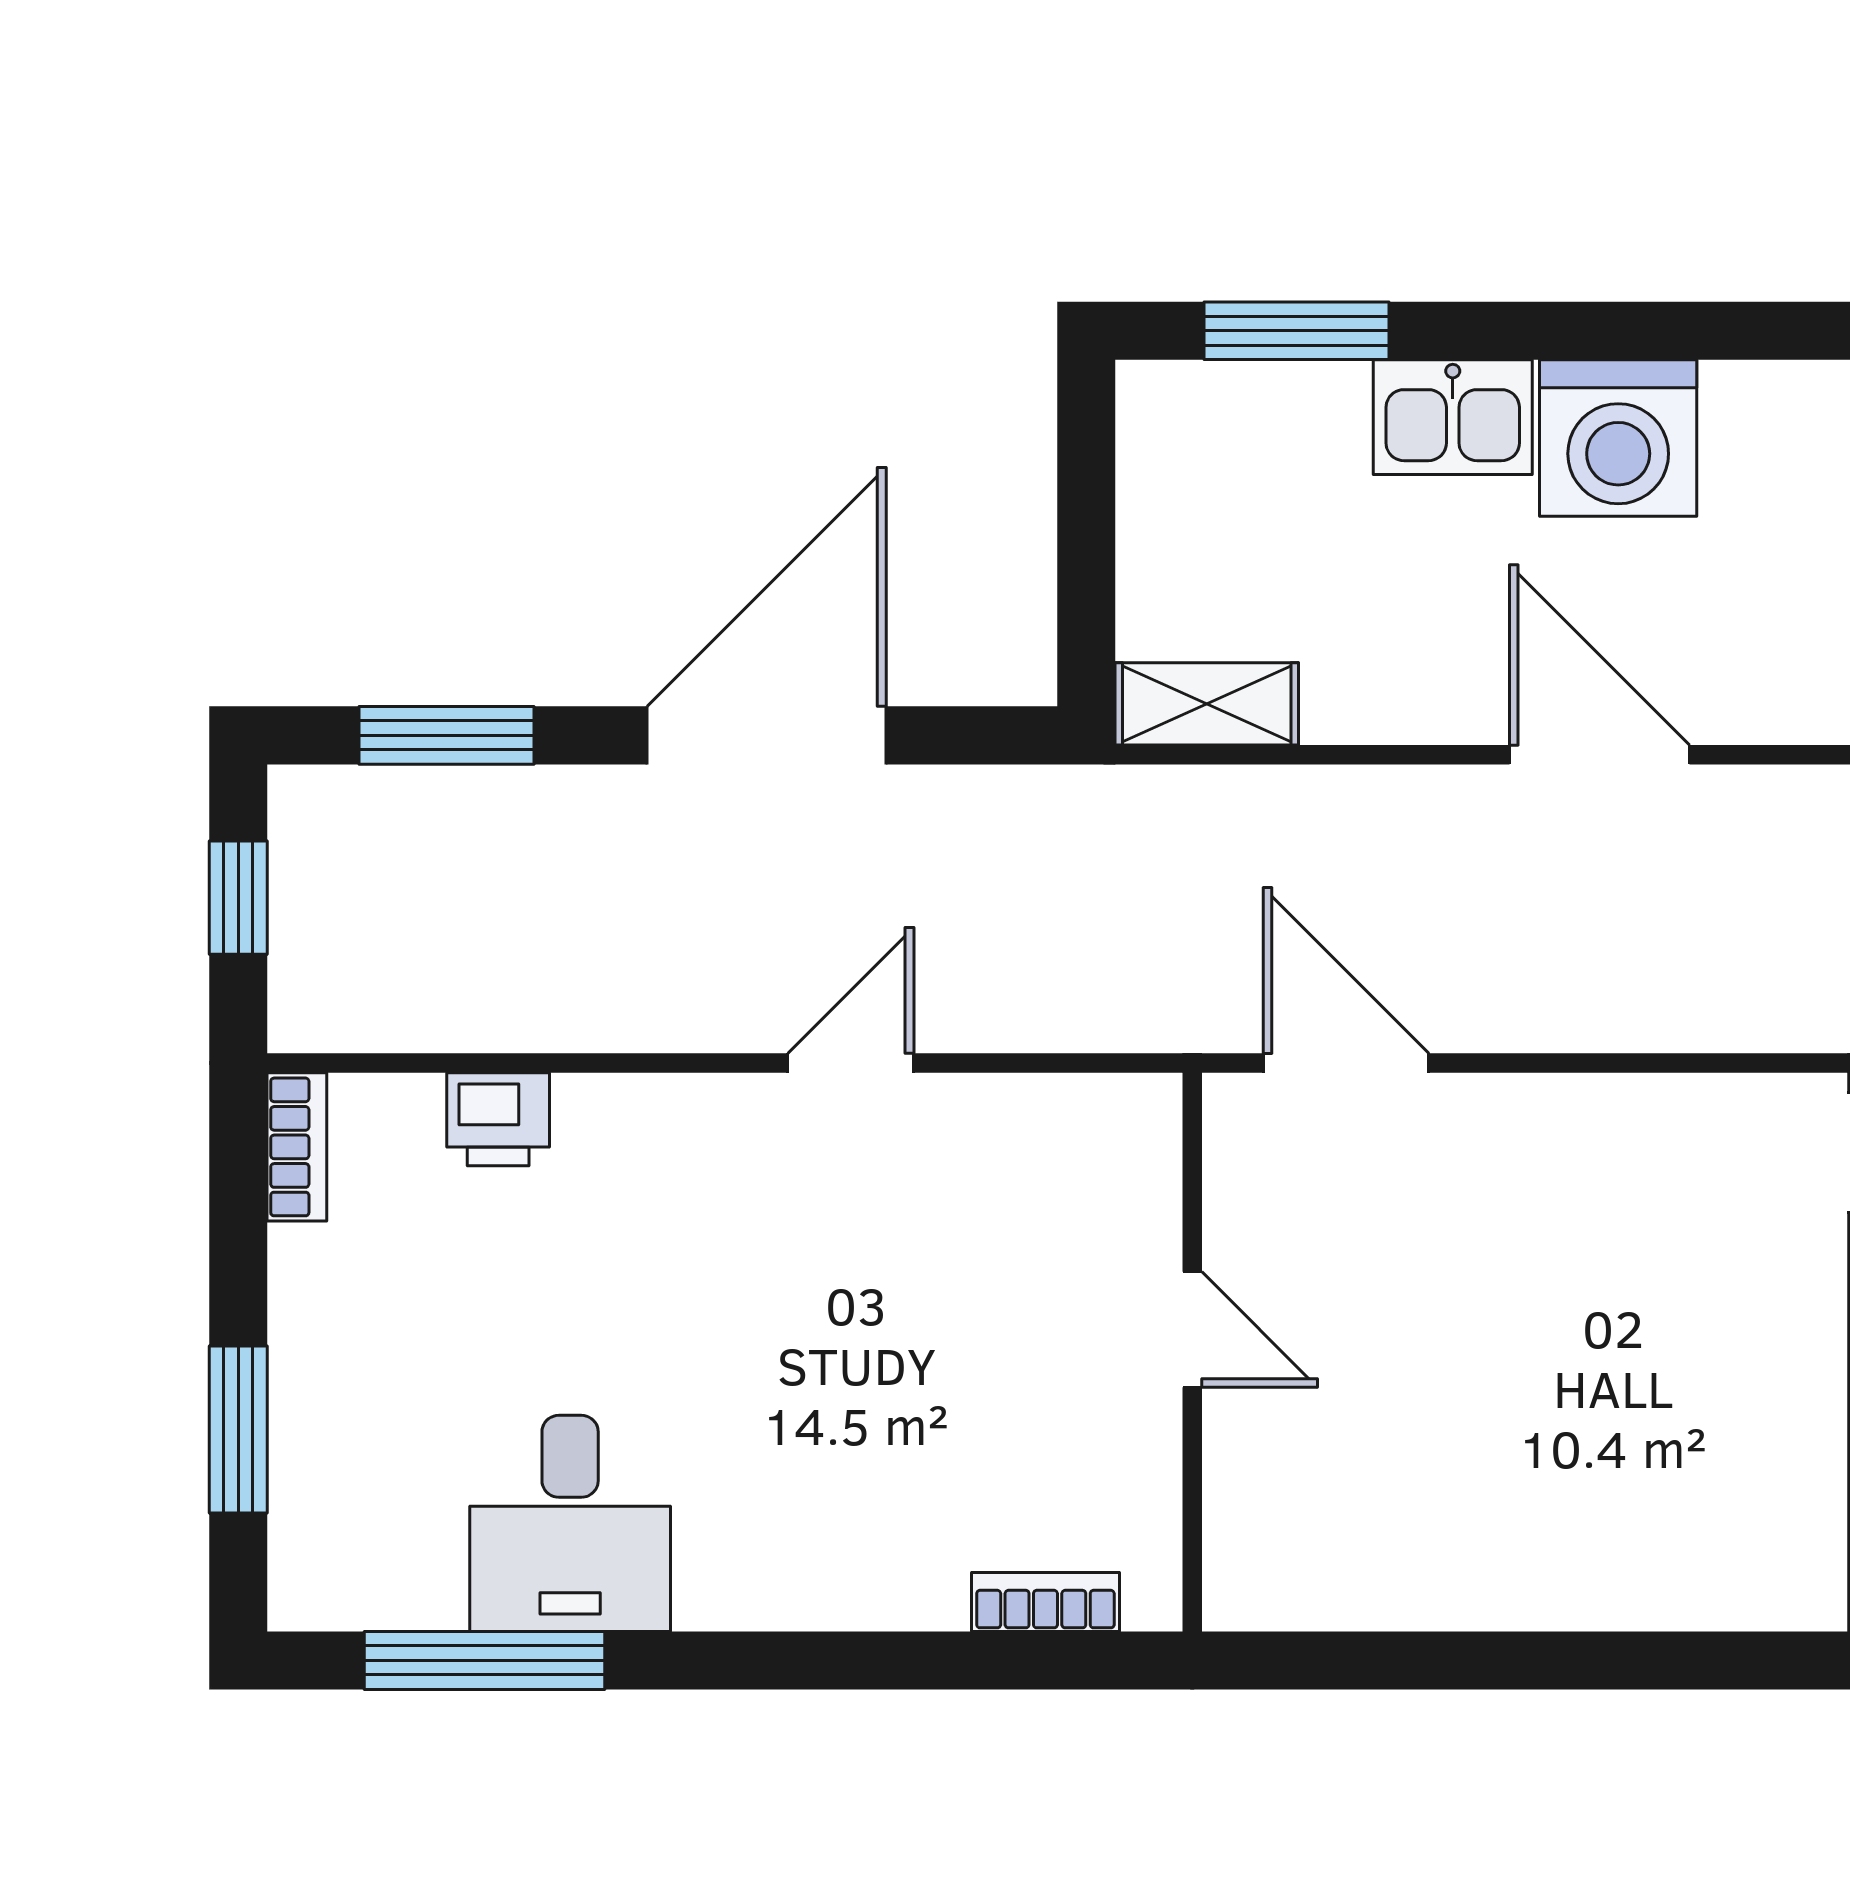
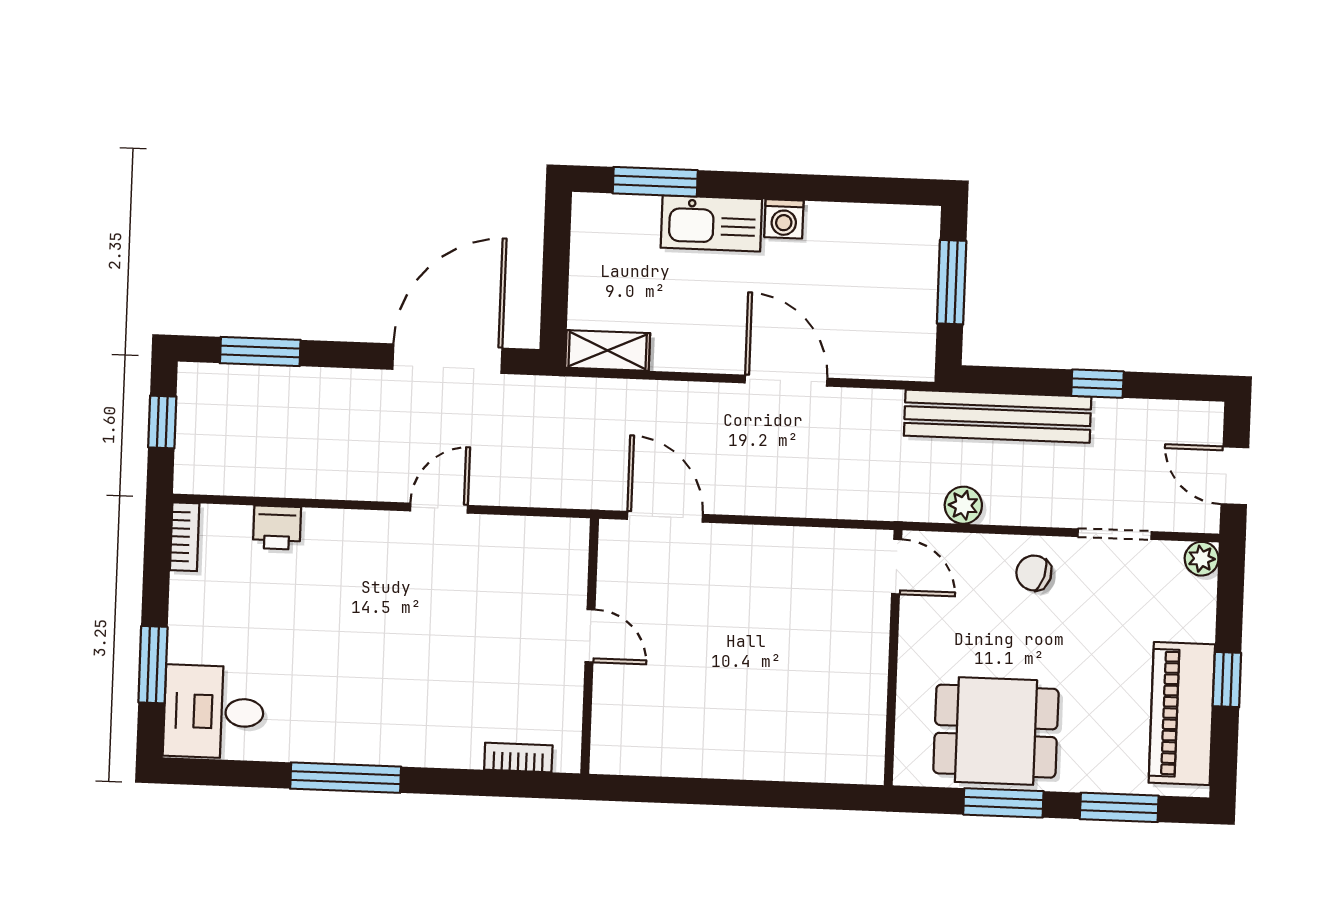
kitchen sink: (1453, 417) -> (711, 223), width x1.38
washing machine: (1618, 438) -> (784, 219), width x0.53, depth x0.53
door: (767, 735) -> (447, 359), moved
desk: (570, 1523) -> (214, 712), moved, turned 90
window: (484, 1660) -> (346, 778), moved

